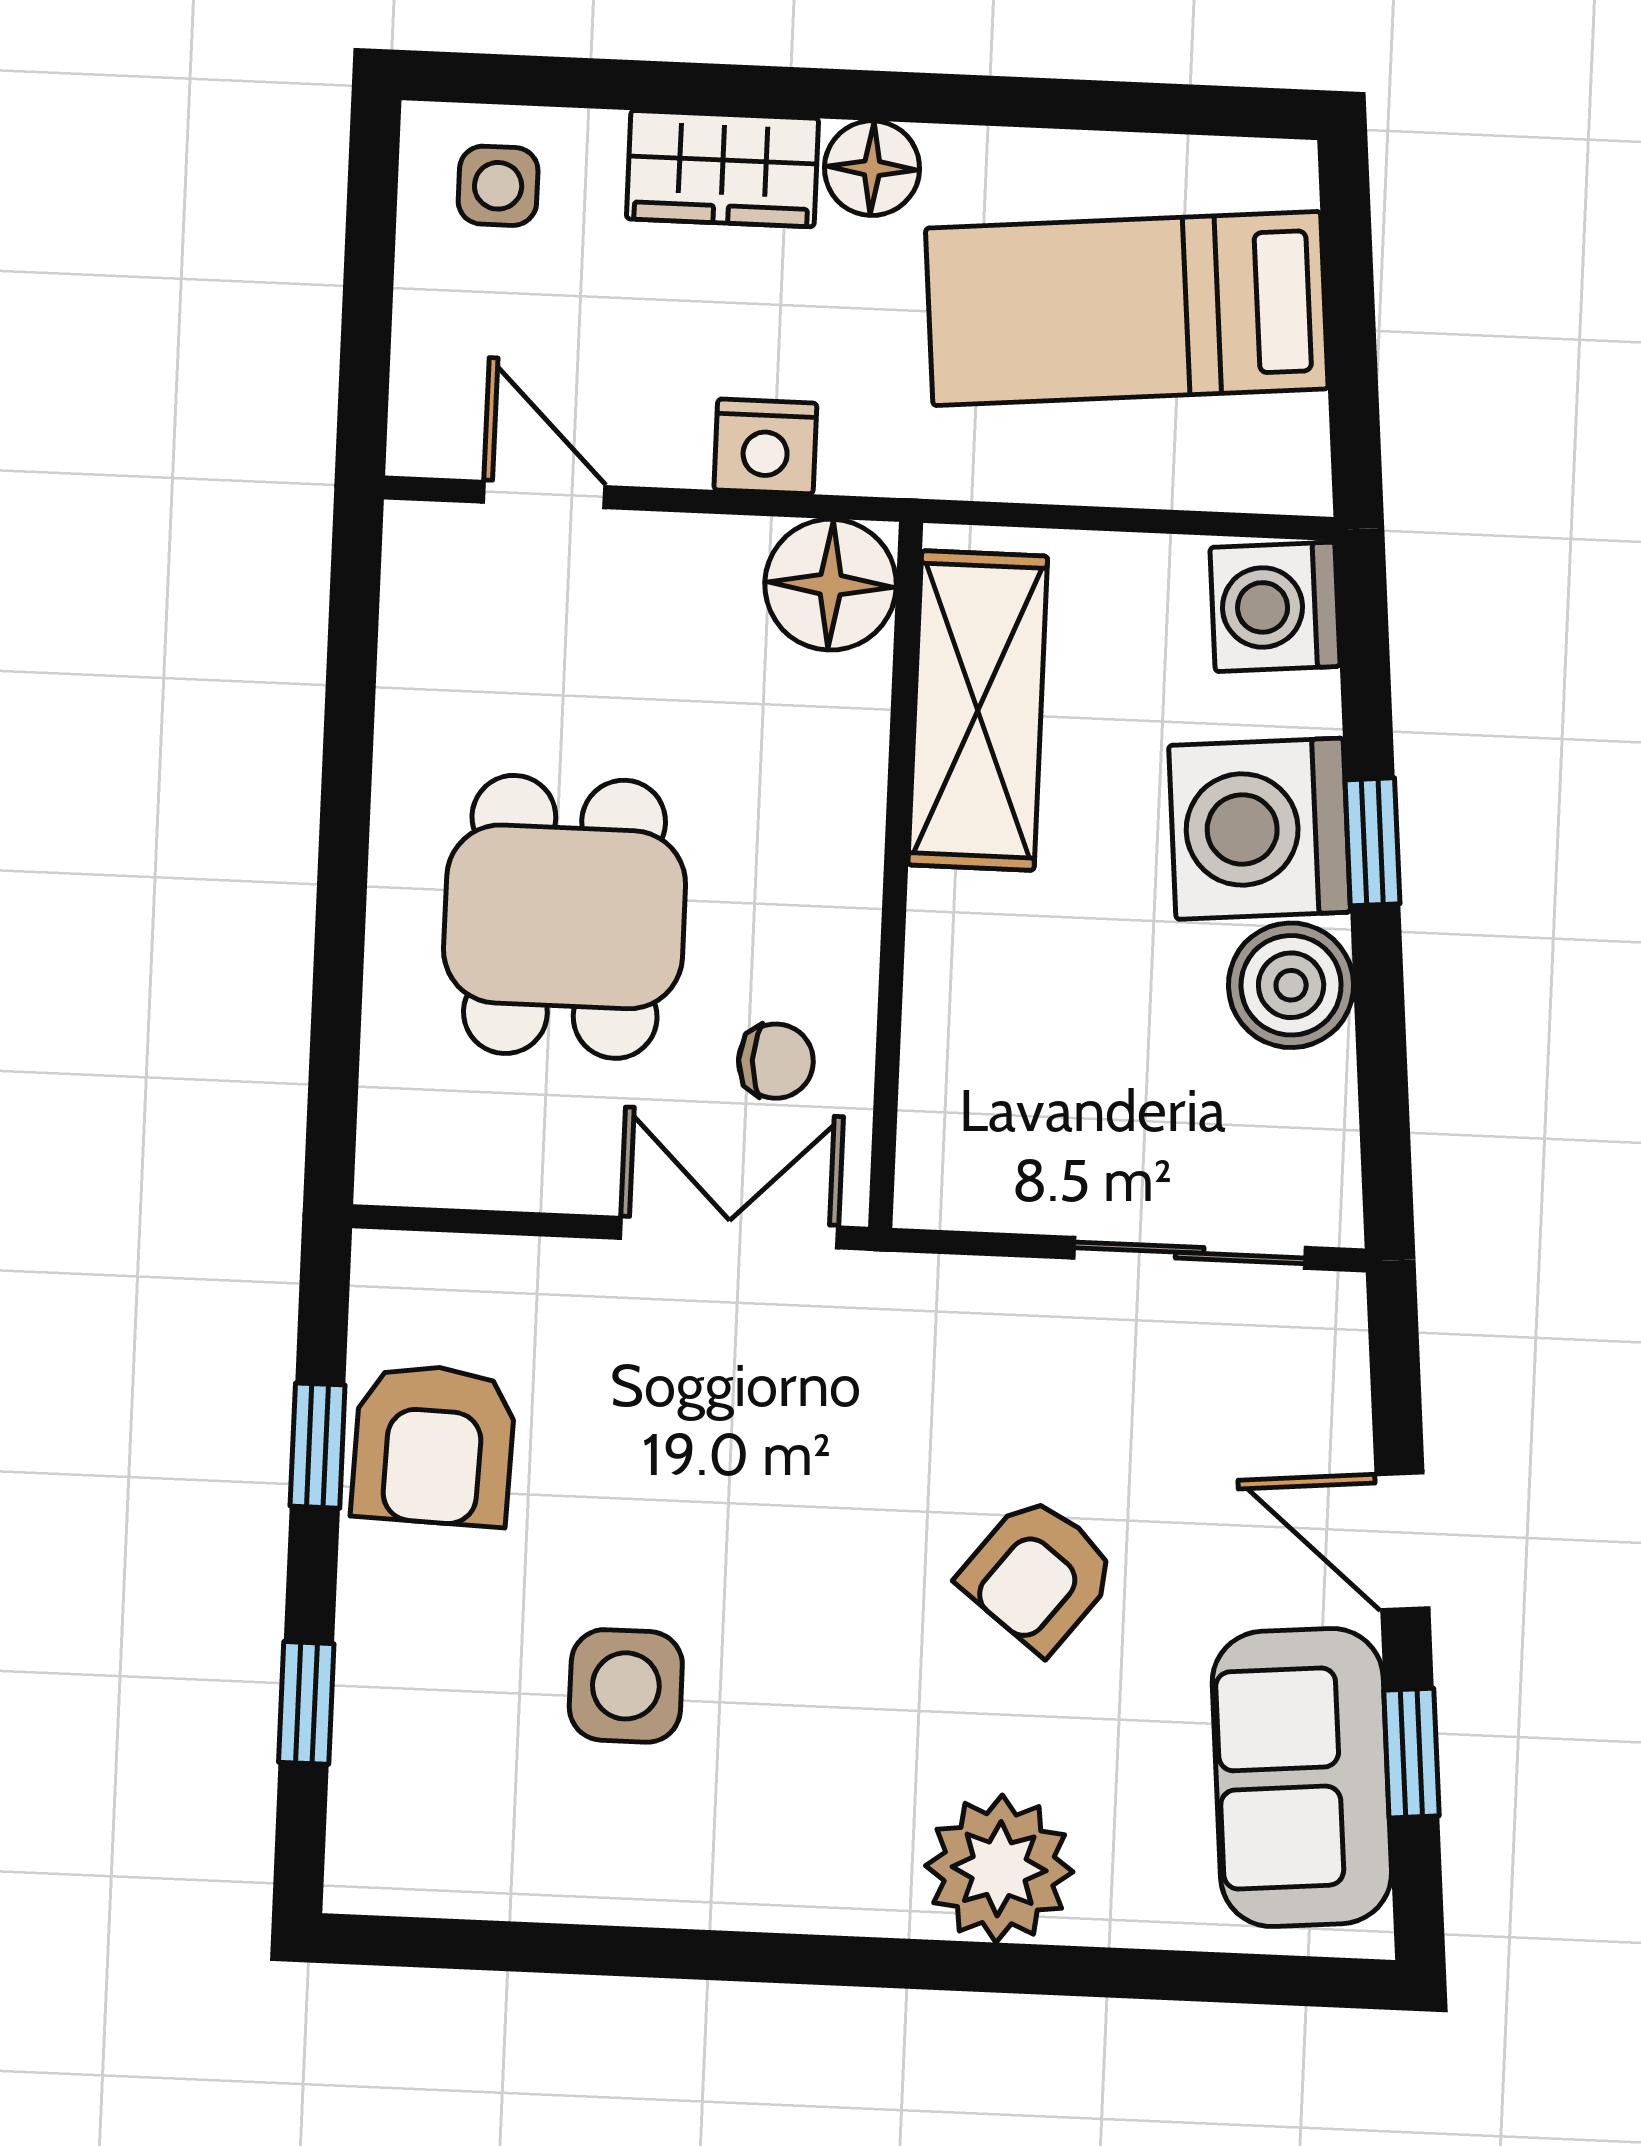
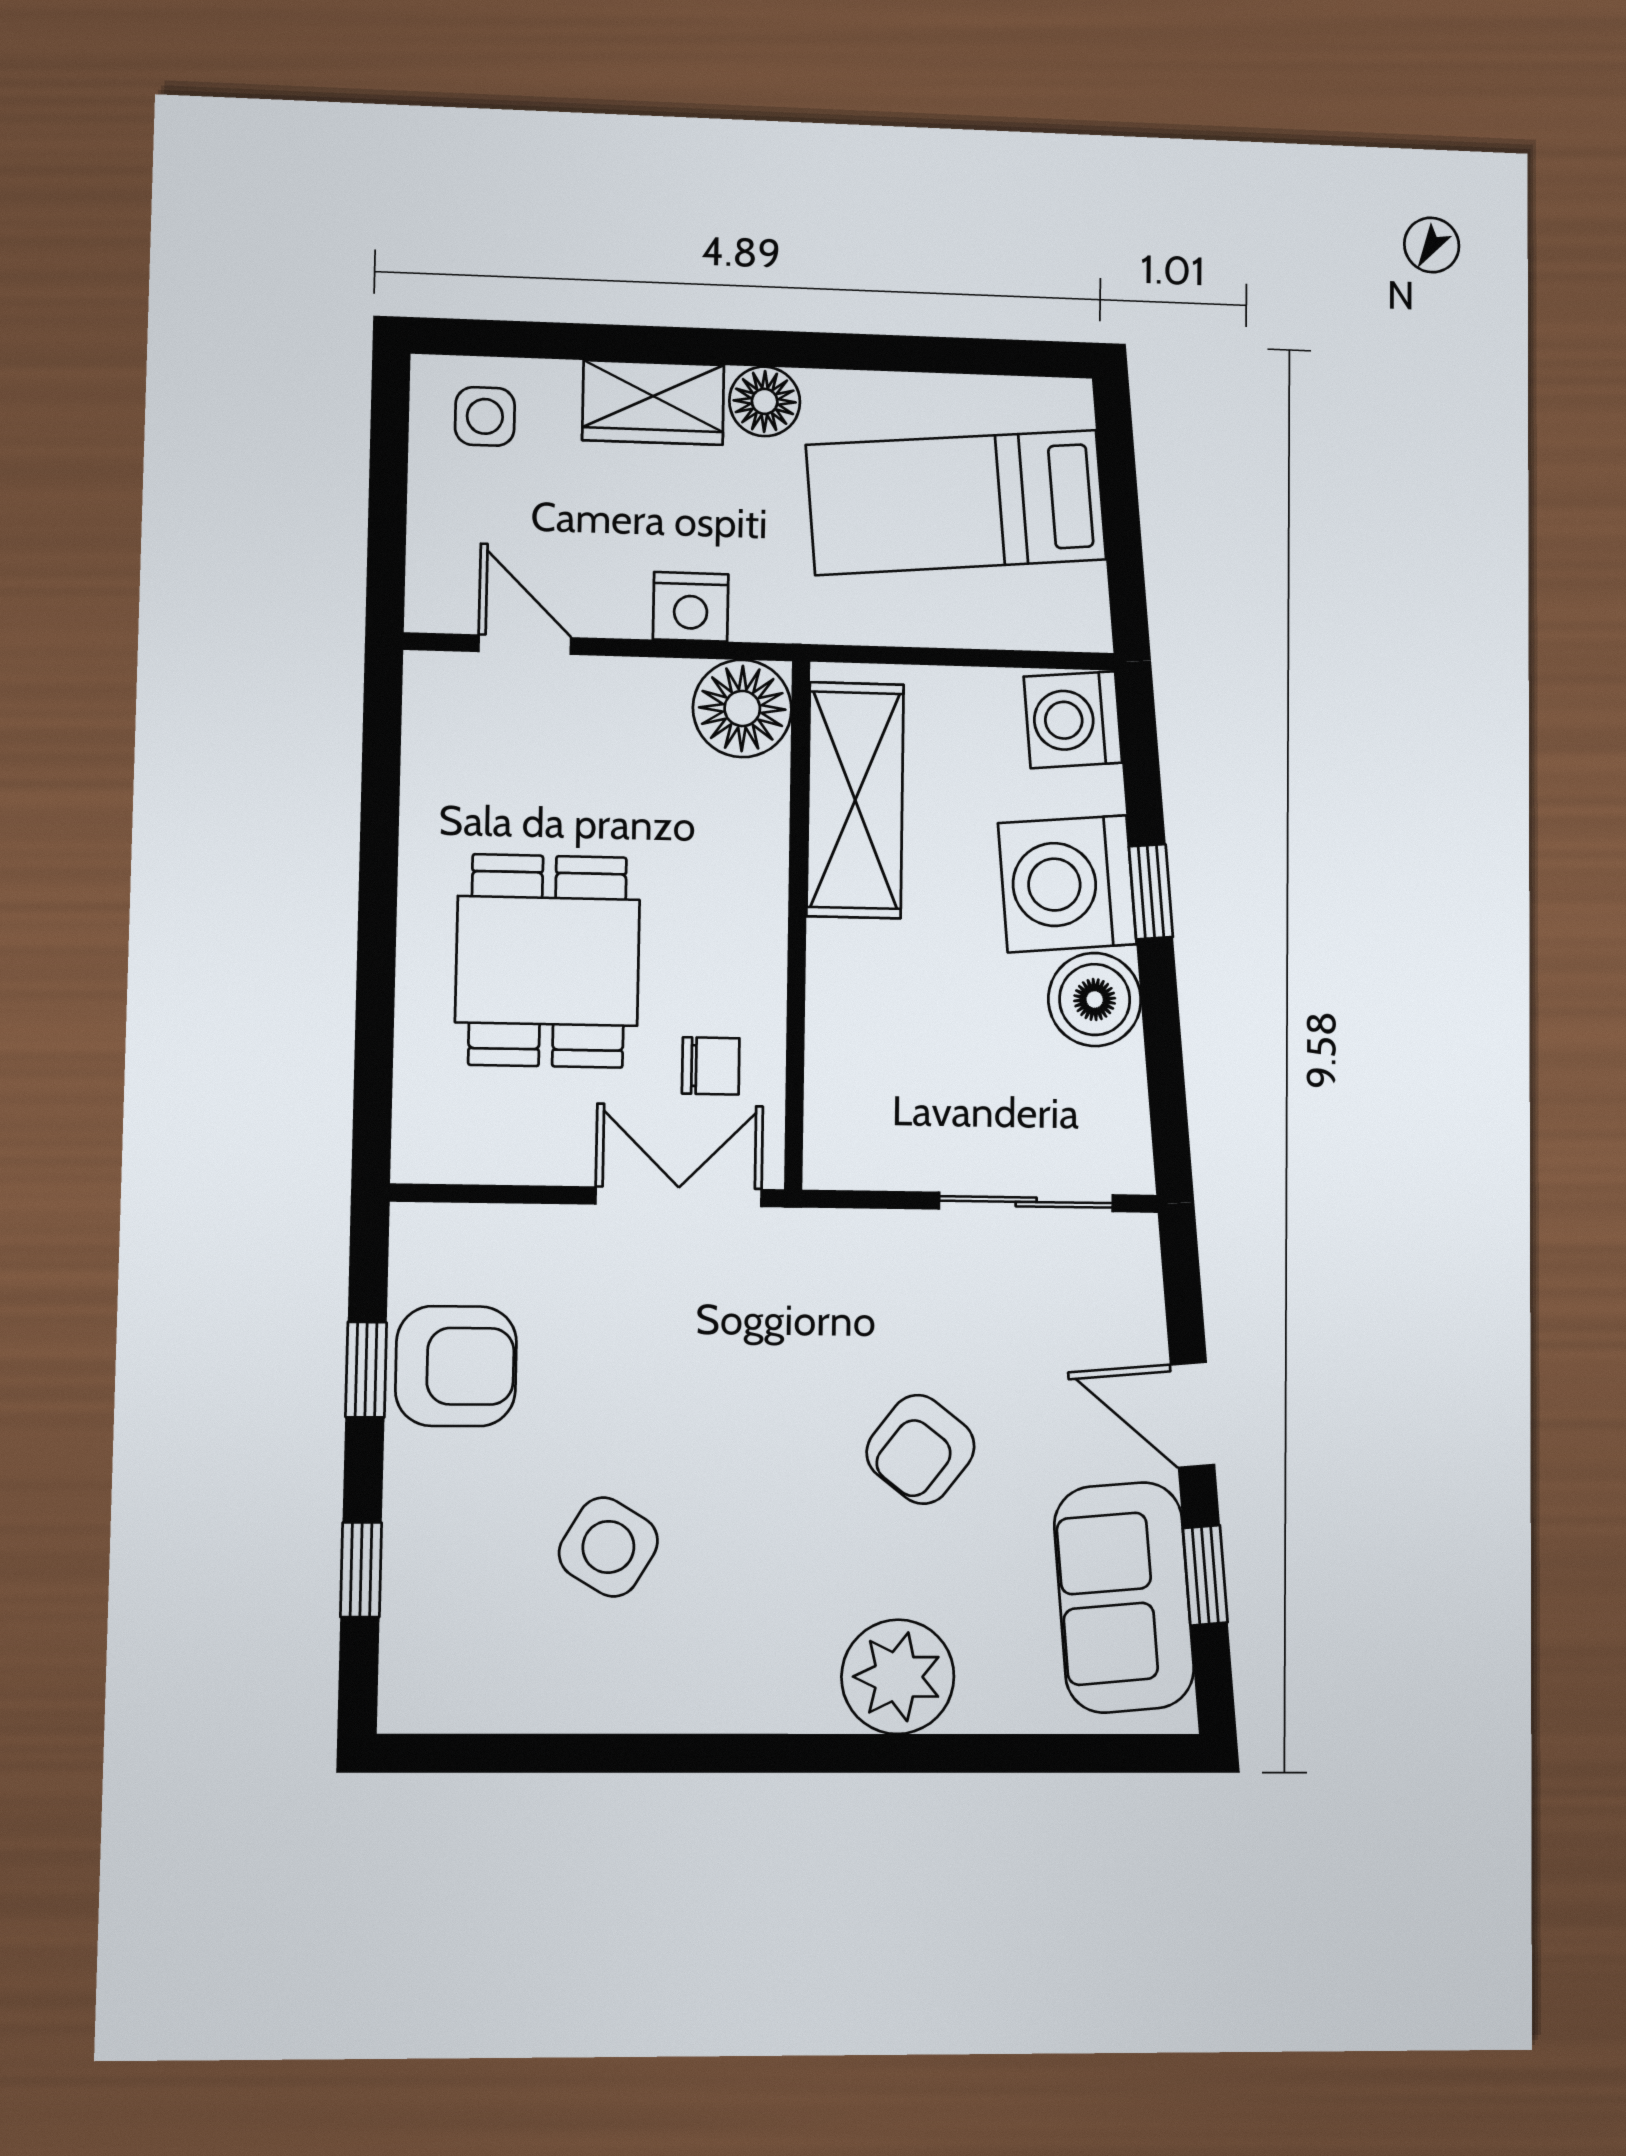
armchair: (434, 1445) -> (456, 1366), turned -92
side table: (626, 1686) -> (608, 1547), turned 31

